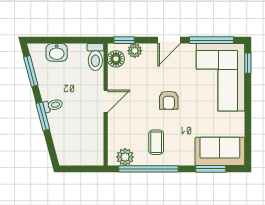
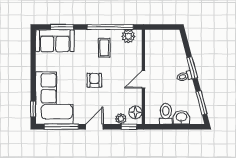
toilet: (95, 57) -> (166, 114), moved

